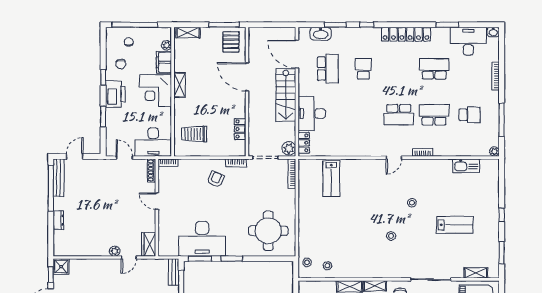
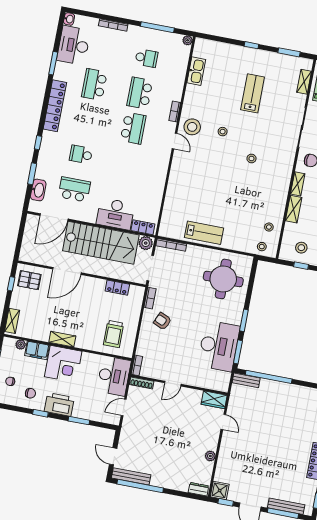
window: (224, 25) -> (11, 284), width x0.46
stairs: (286, 95) -> (101, 243), width x1.36, depth x1.51
school desk: (470, 115) -> (146, 58), turned 90
stool: (411, 172) -> (192, 127), added
lab bench: (331, 179) -> (204, 233), moved
dresser: (58, 220) -> (199, 489), moved
plant: (115, 251) -> (210, 456), moved

